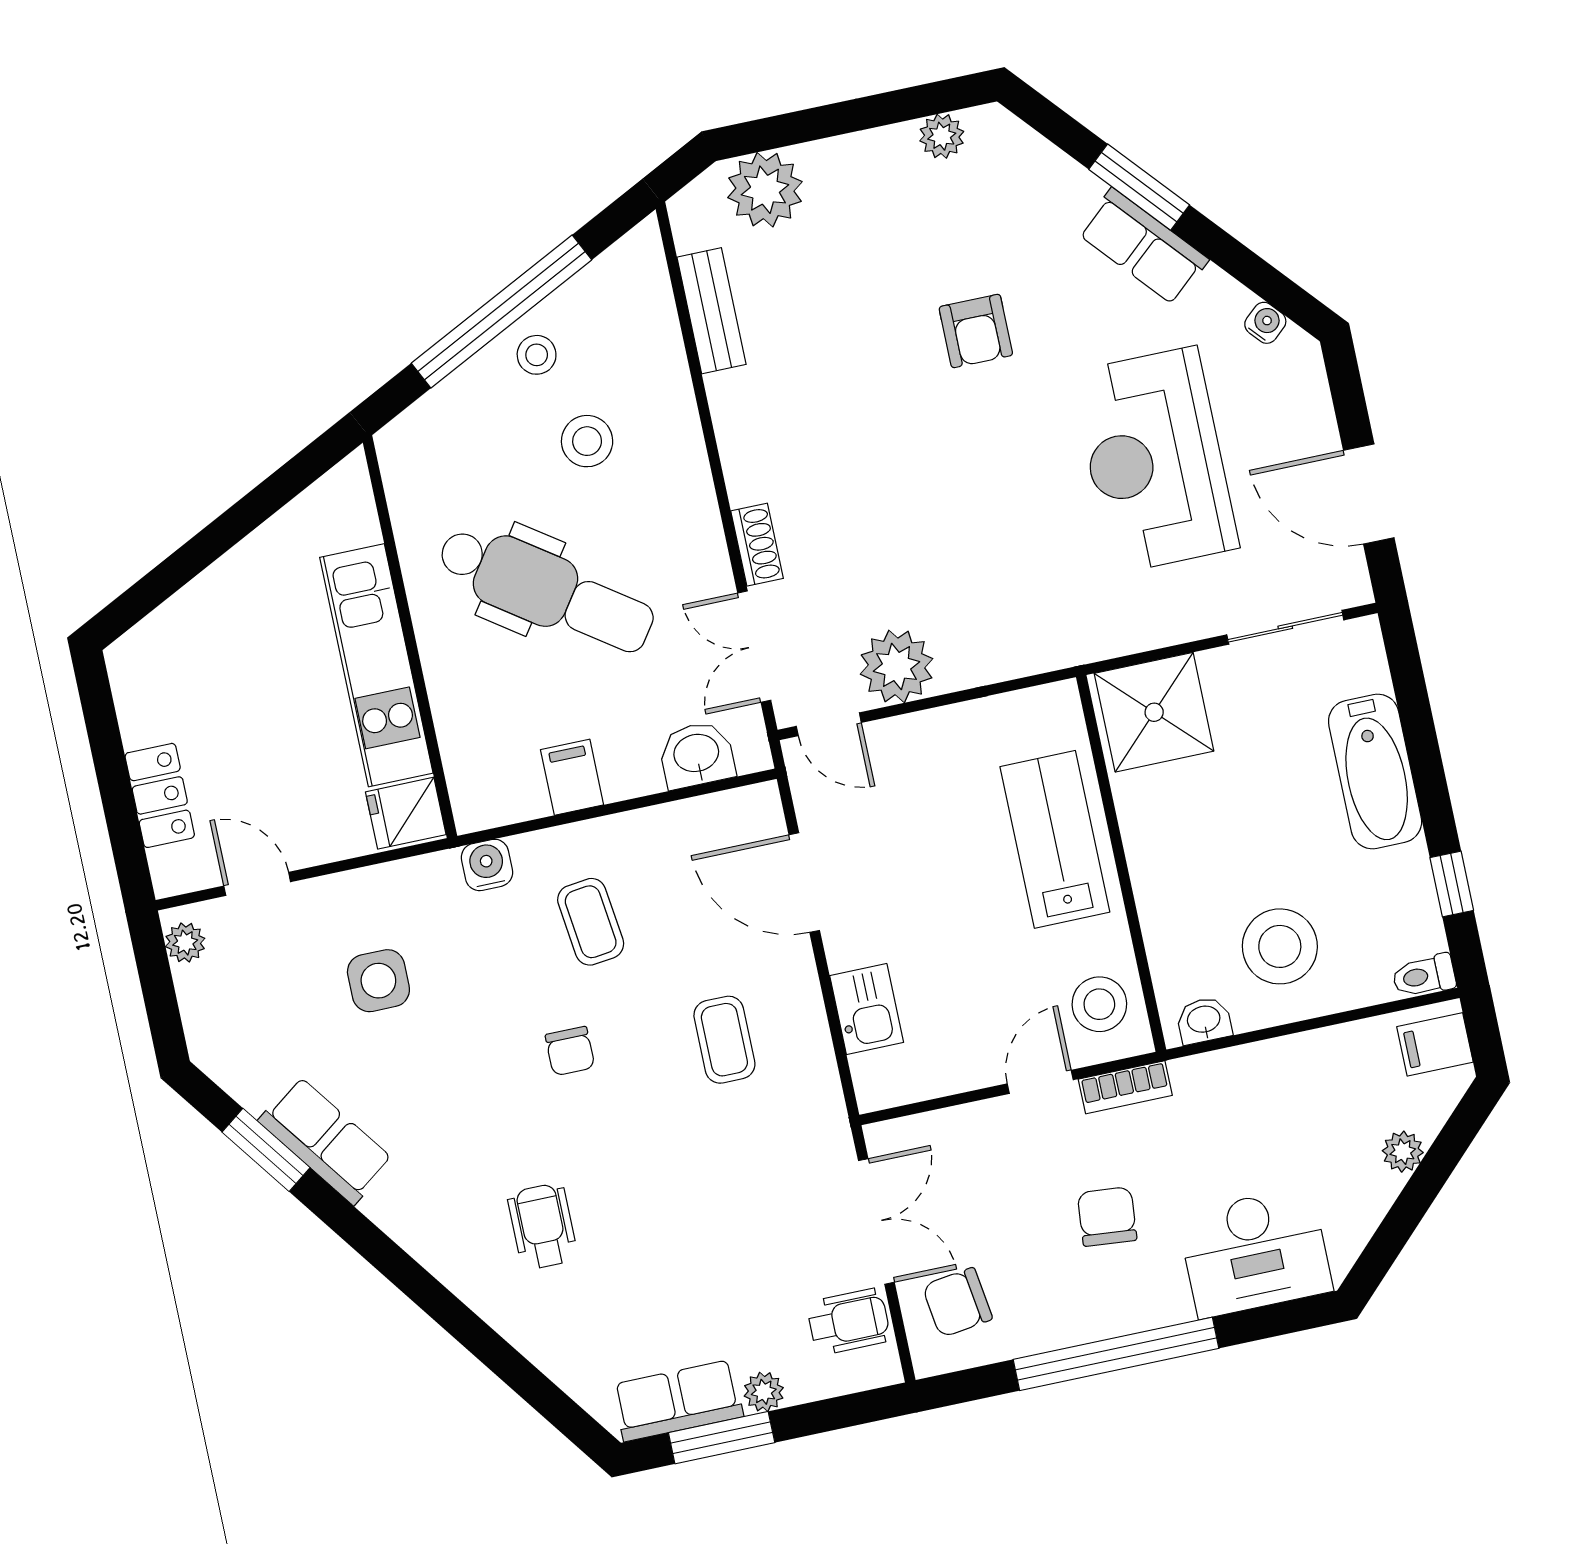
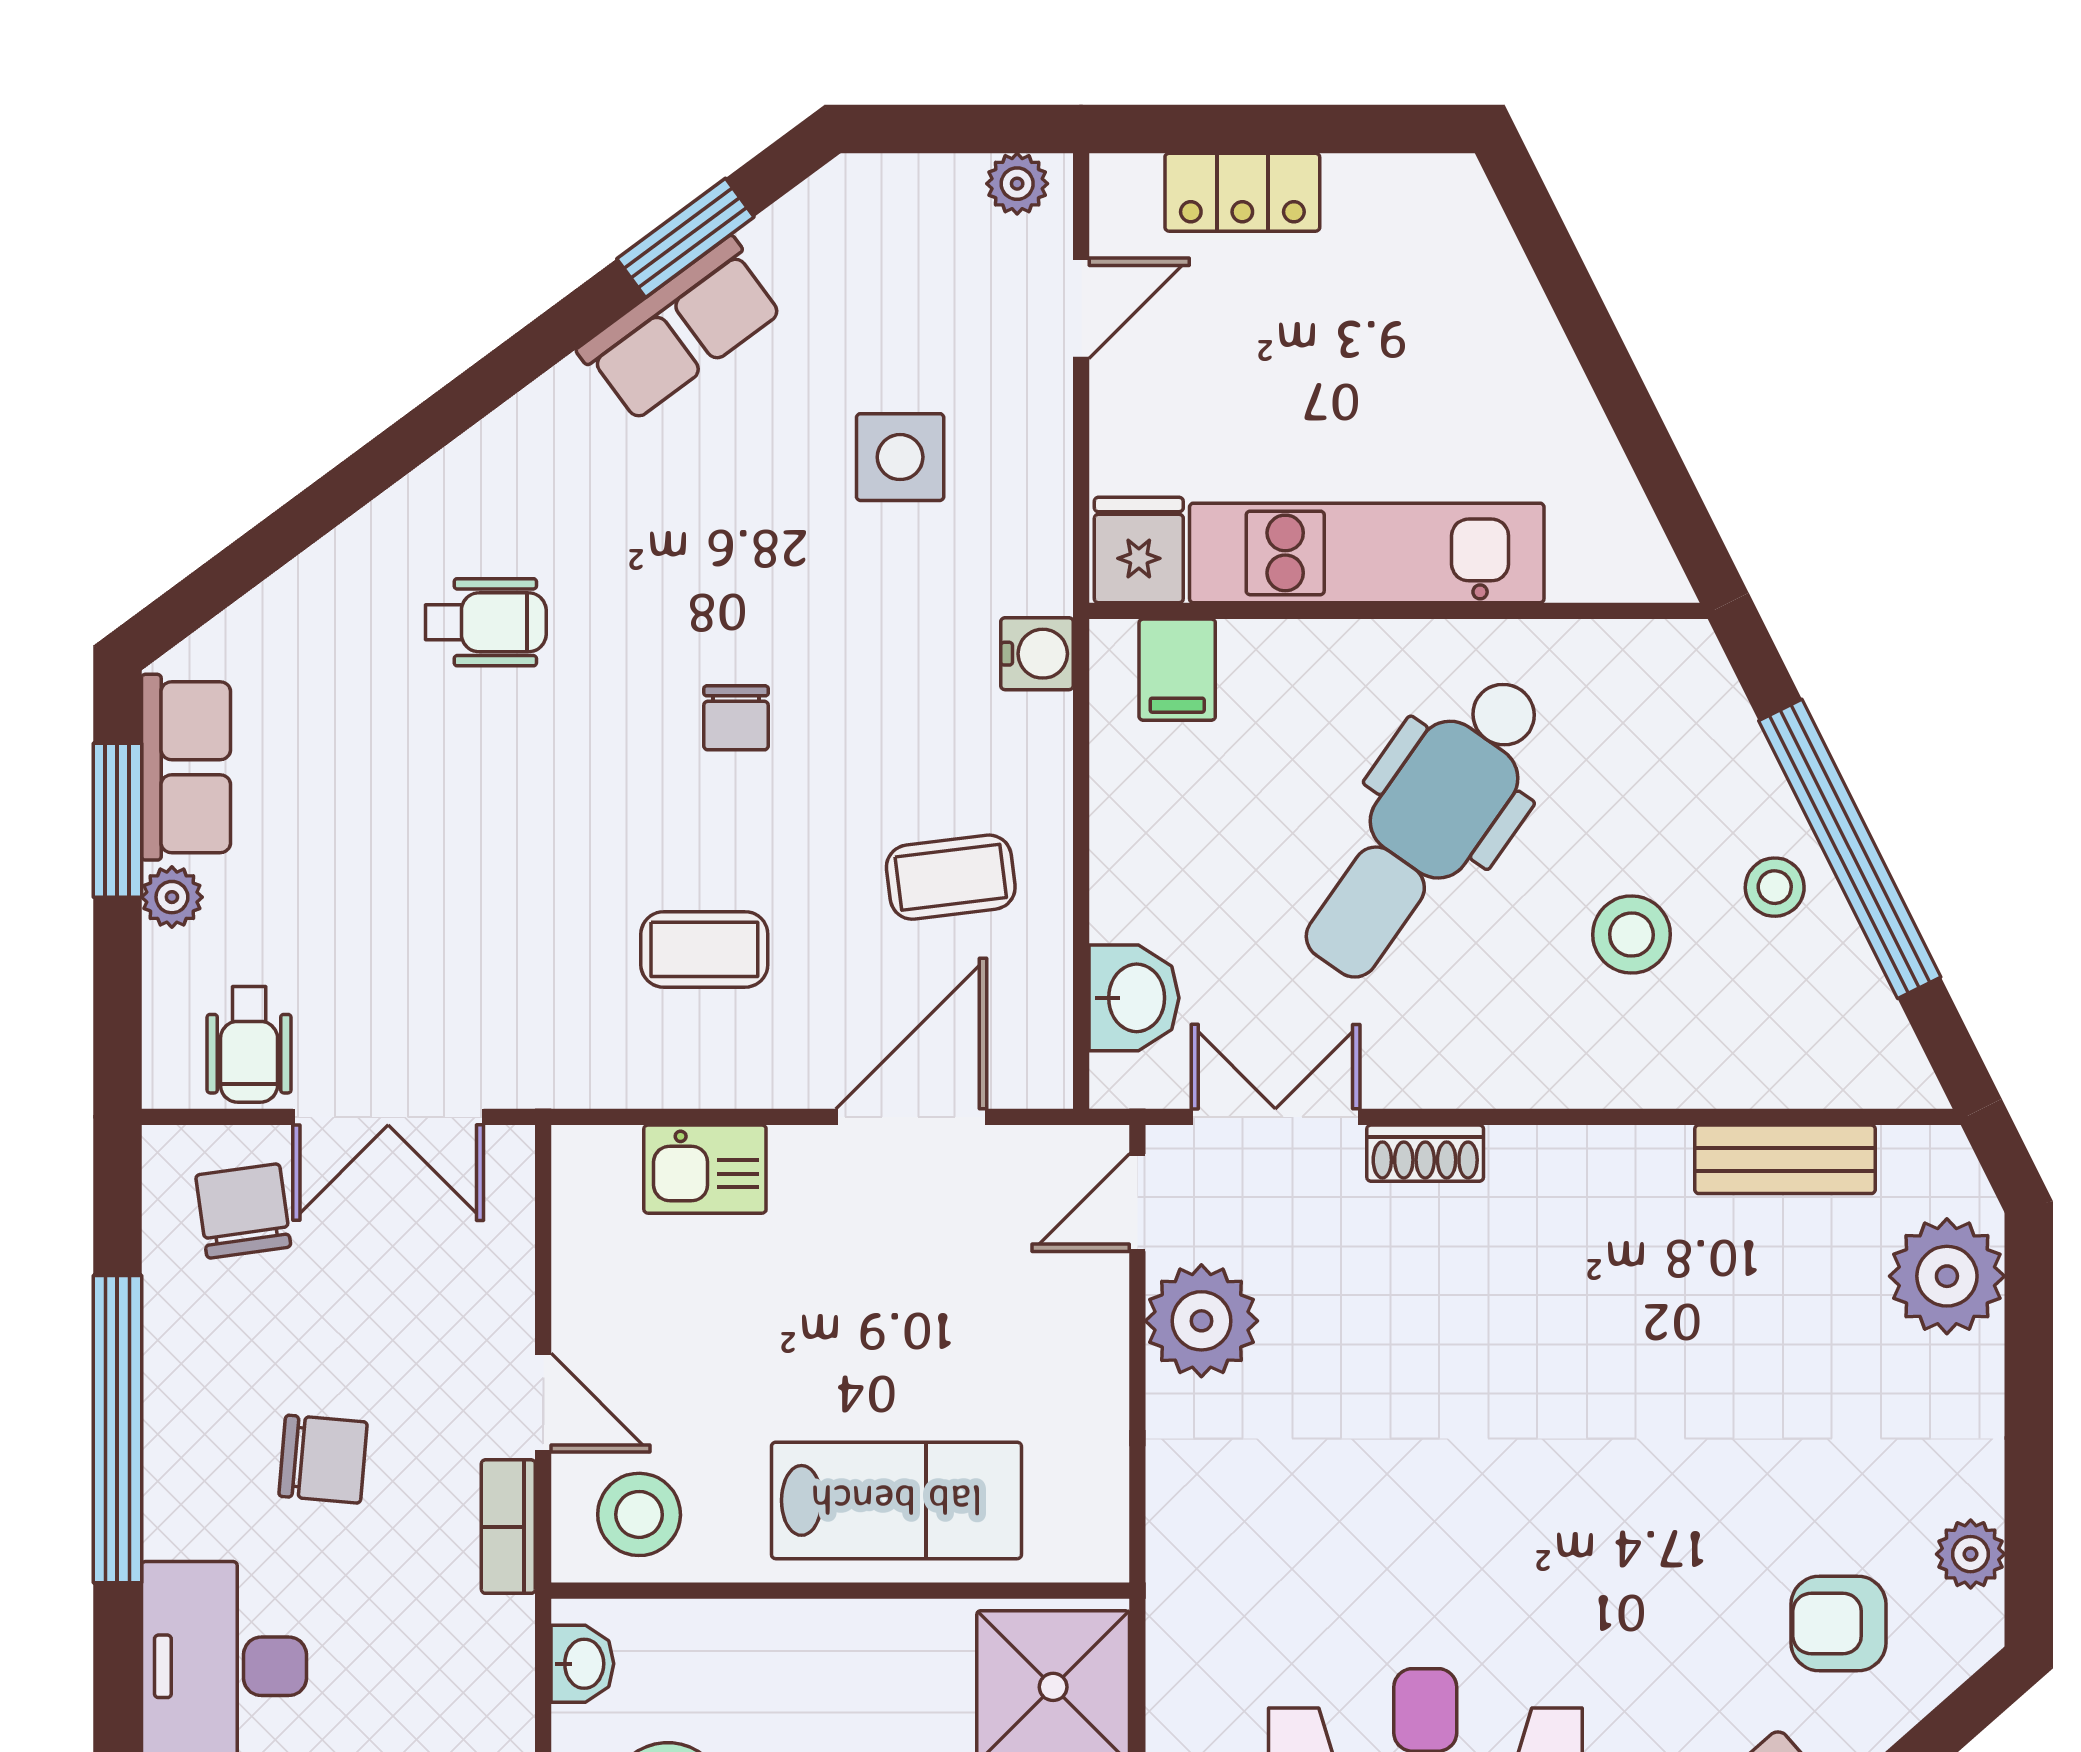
armchair: (976, 331) -> (1838, 1624), moved
filing cabinet: (572, 777) -> (1177, 670), moved, turned 90
coffee table: (591, 922) -> (951, 877), moved
chair: (570, 1051) -> (736, 718), turned -90

